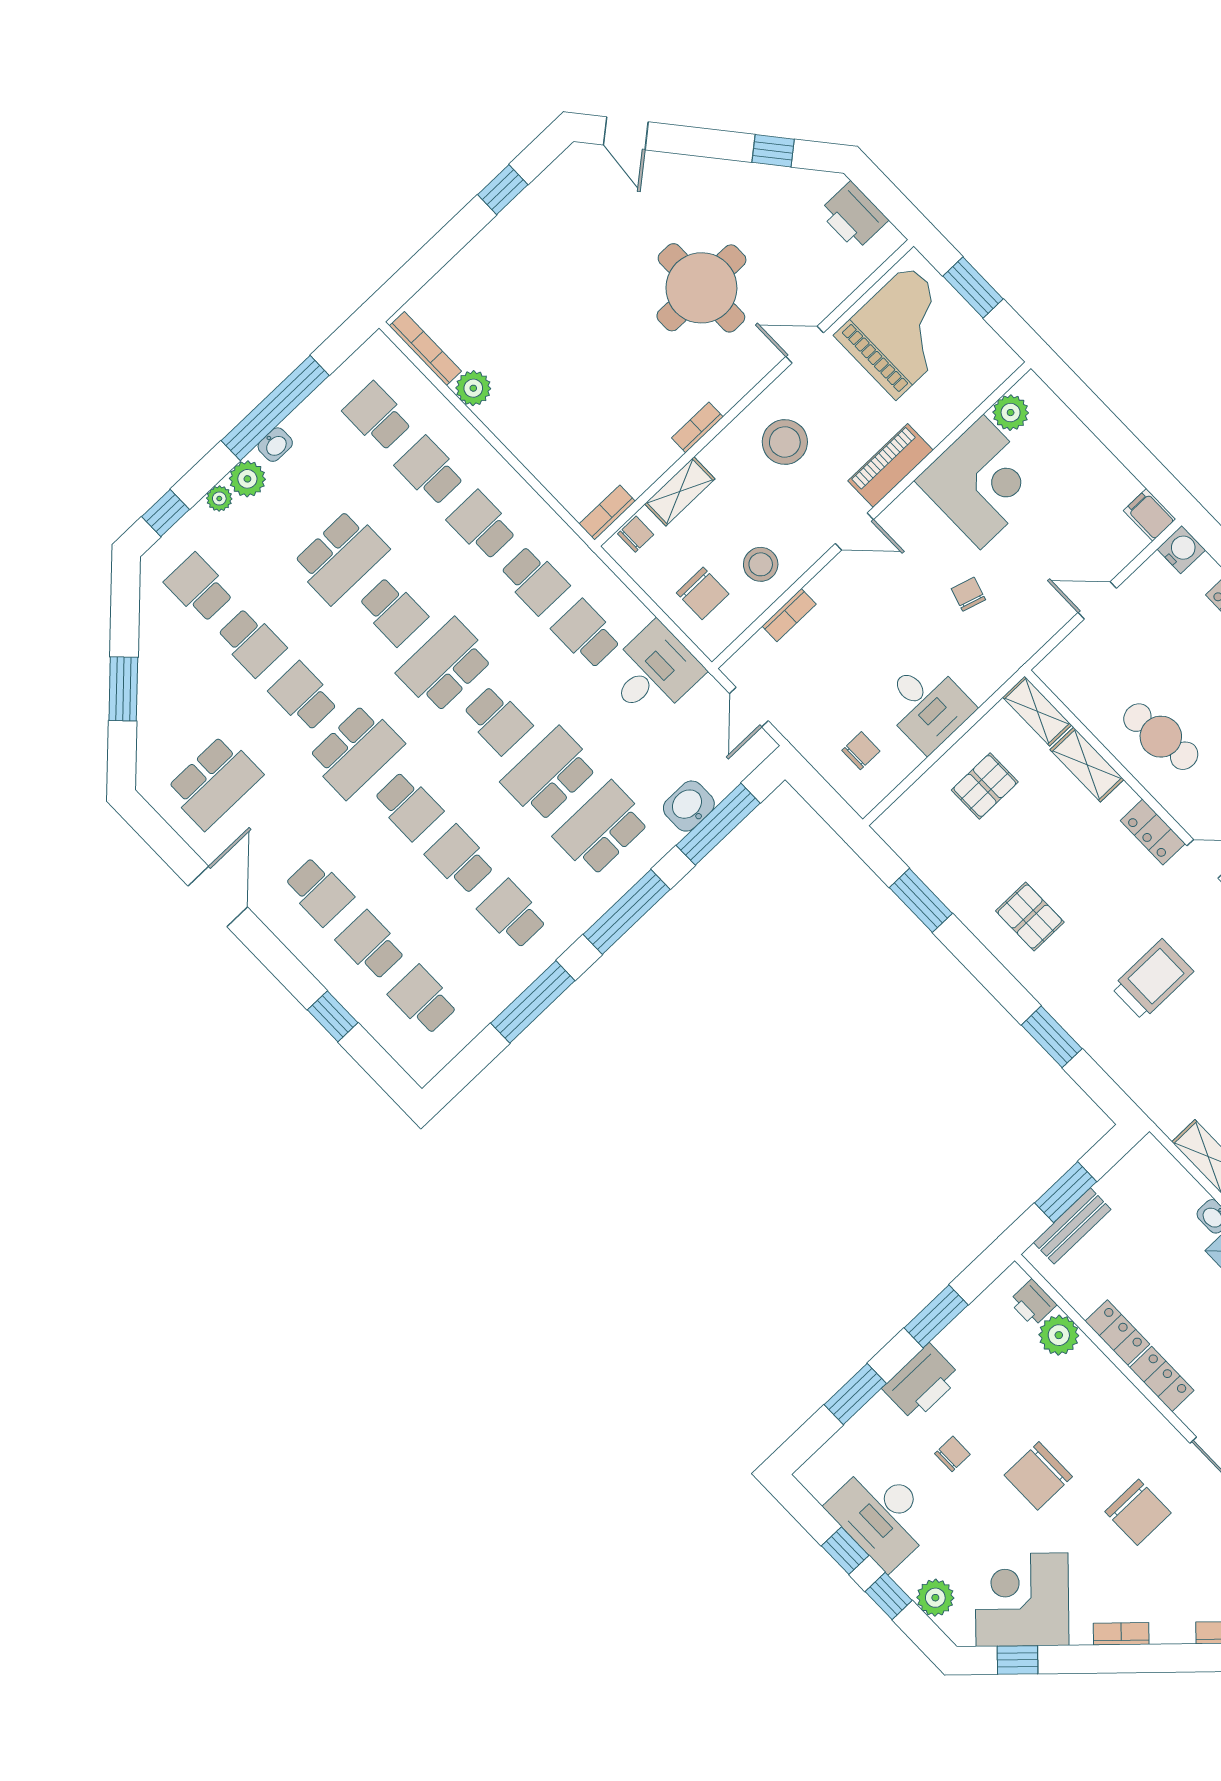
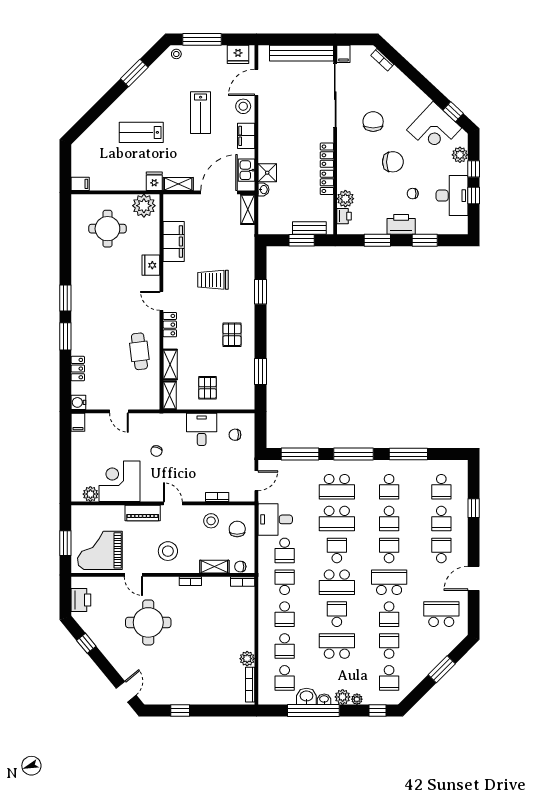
pallet: (985, 786) -> (207, 388), turned 90
washbasin: (689, 806) -> (306, 696), moved, turned 180
bookcase: (1121, 1634) -> (414, 89), removed

